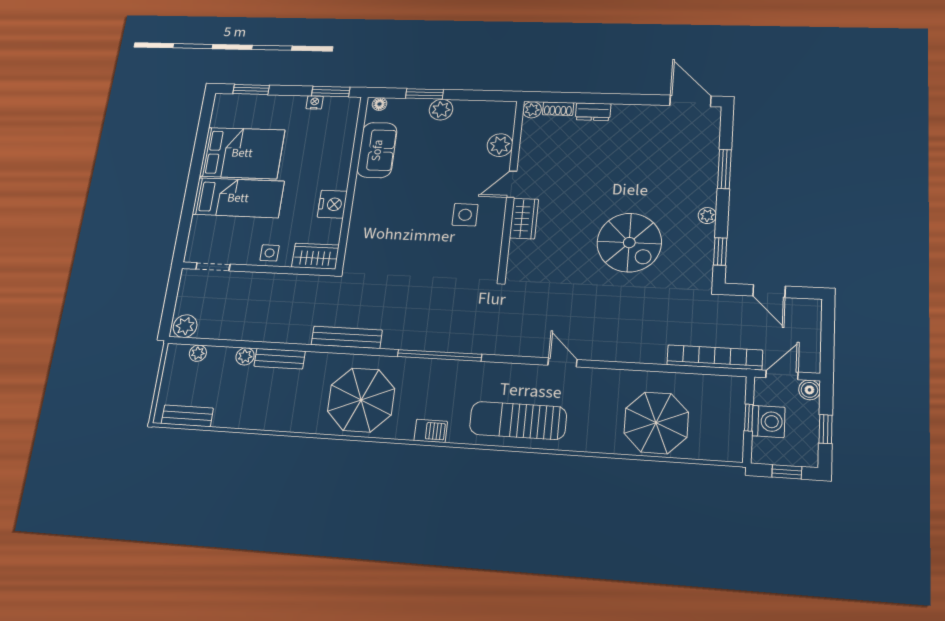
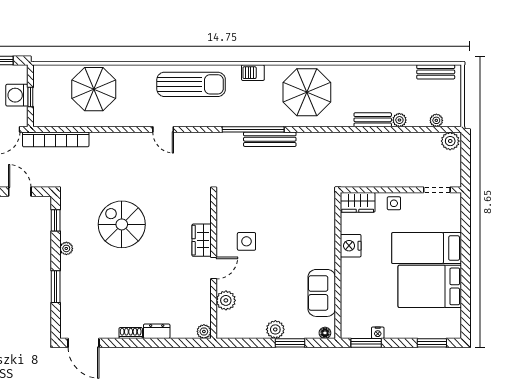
shoe rack: (558, 109) -> (131, 333), moved
bench: (347, 337) -> (270, 139), moved

